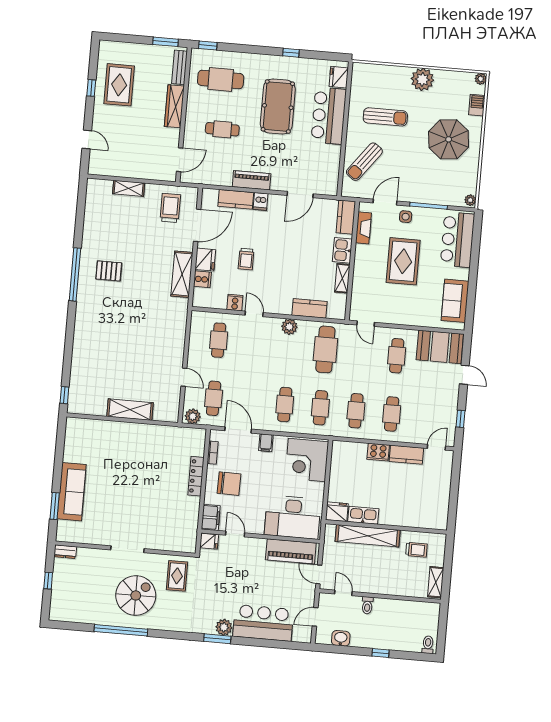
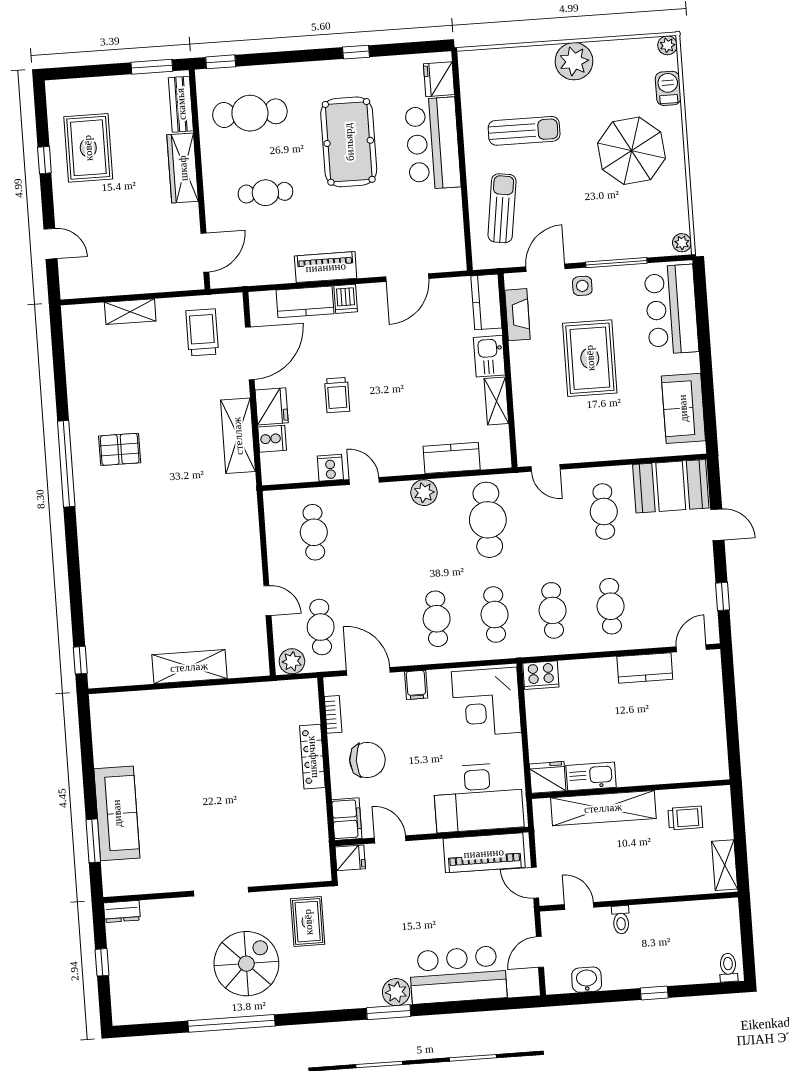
sun lounger: (364, 162) -> (502, 208), turned 151
cooker: (378, 452) -> (541, 675), moved

